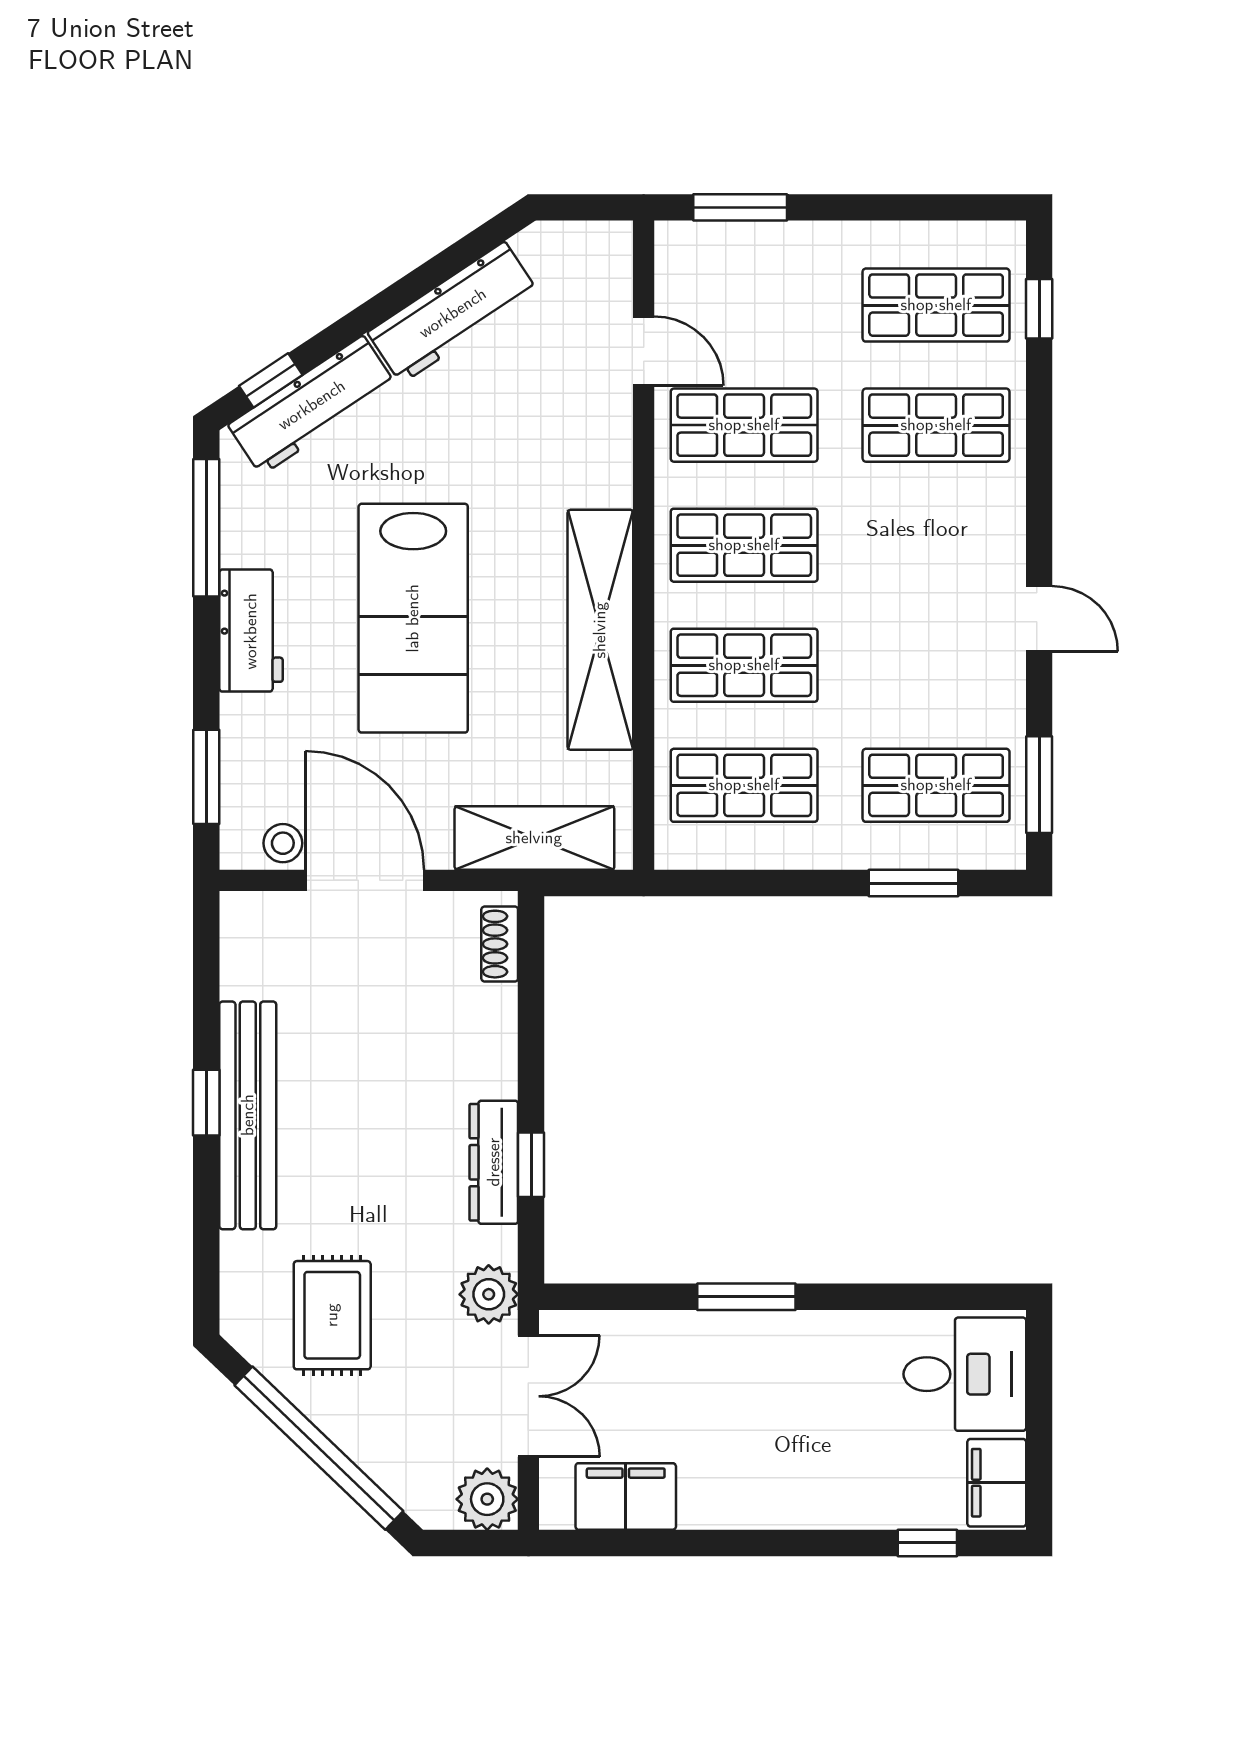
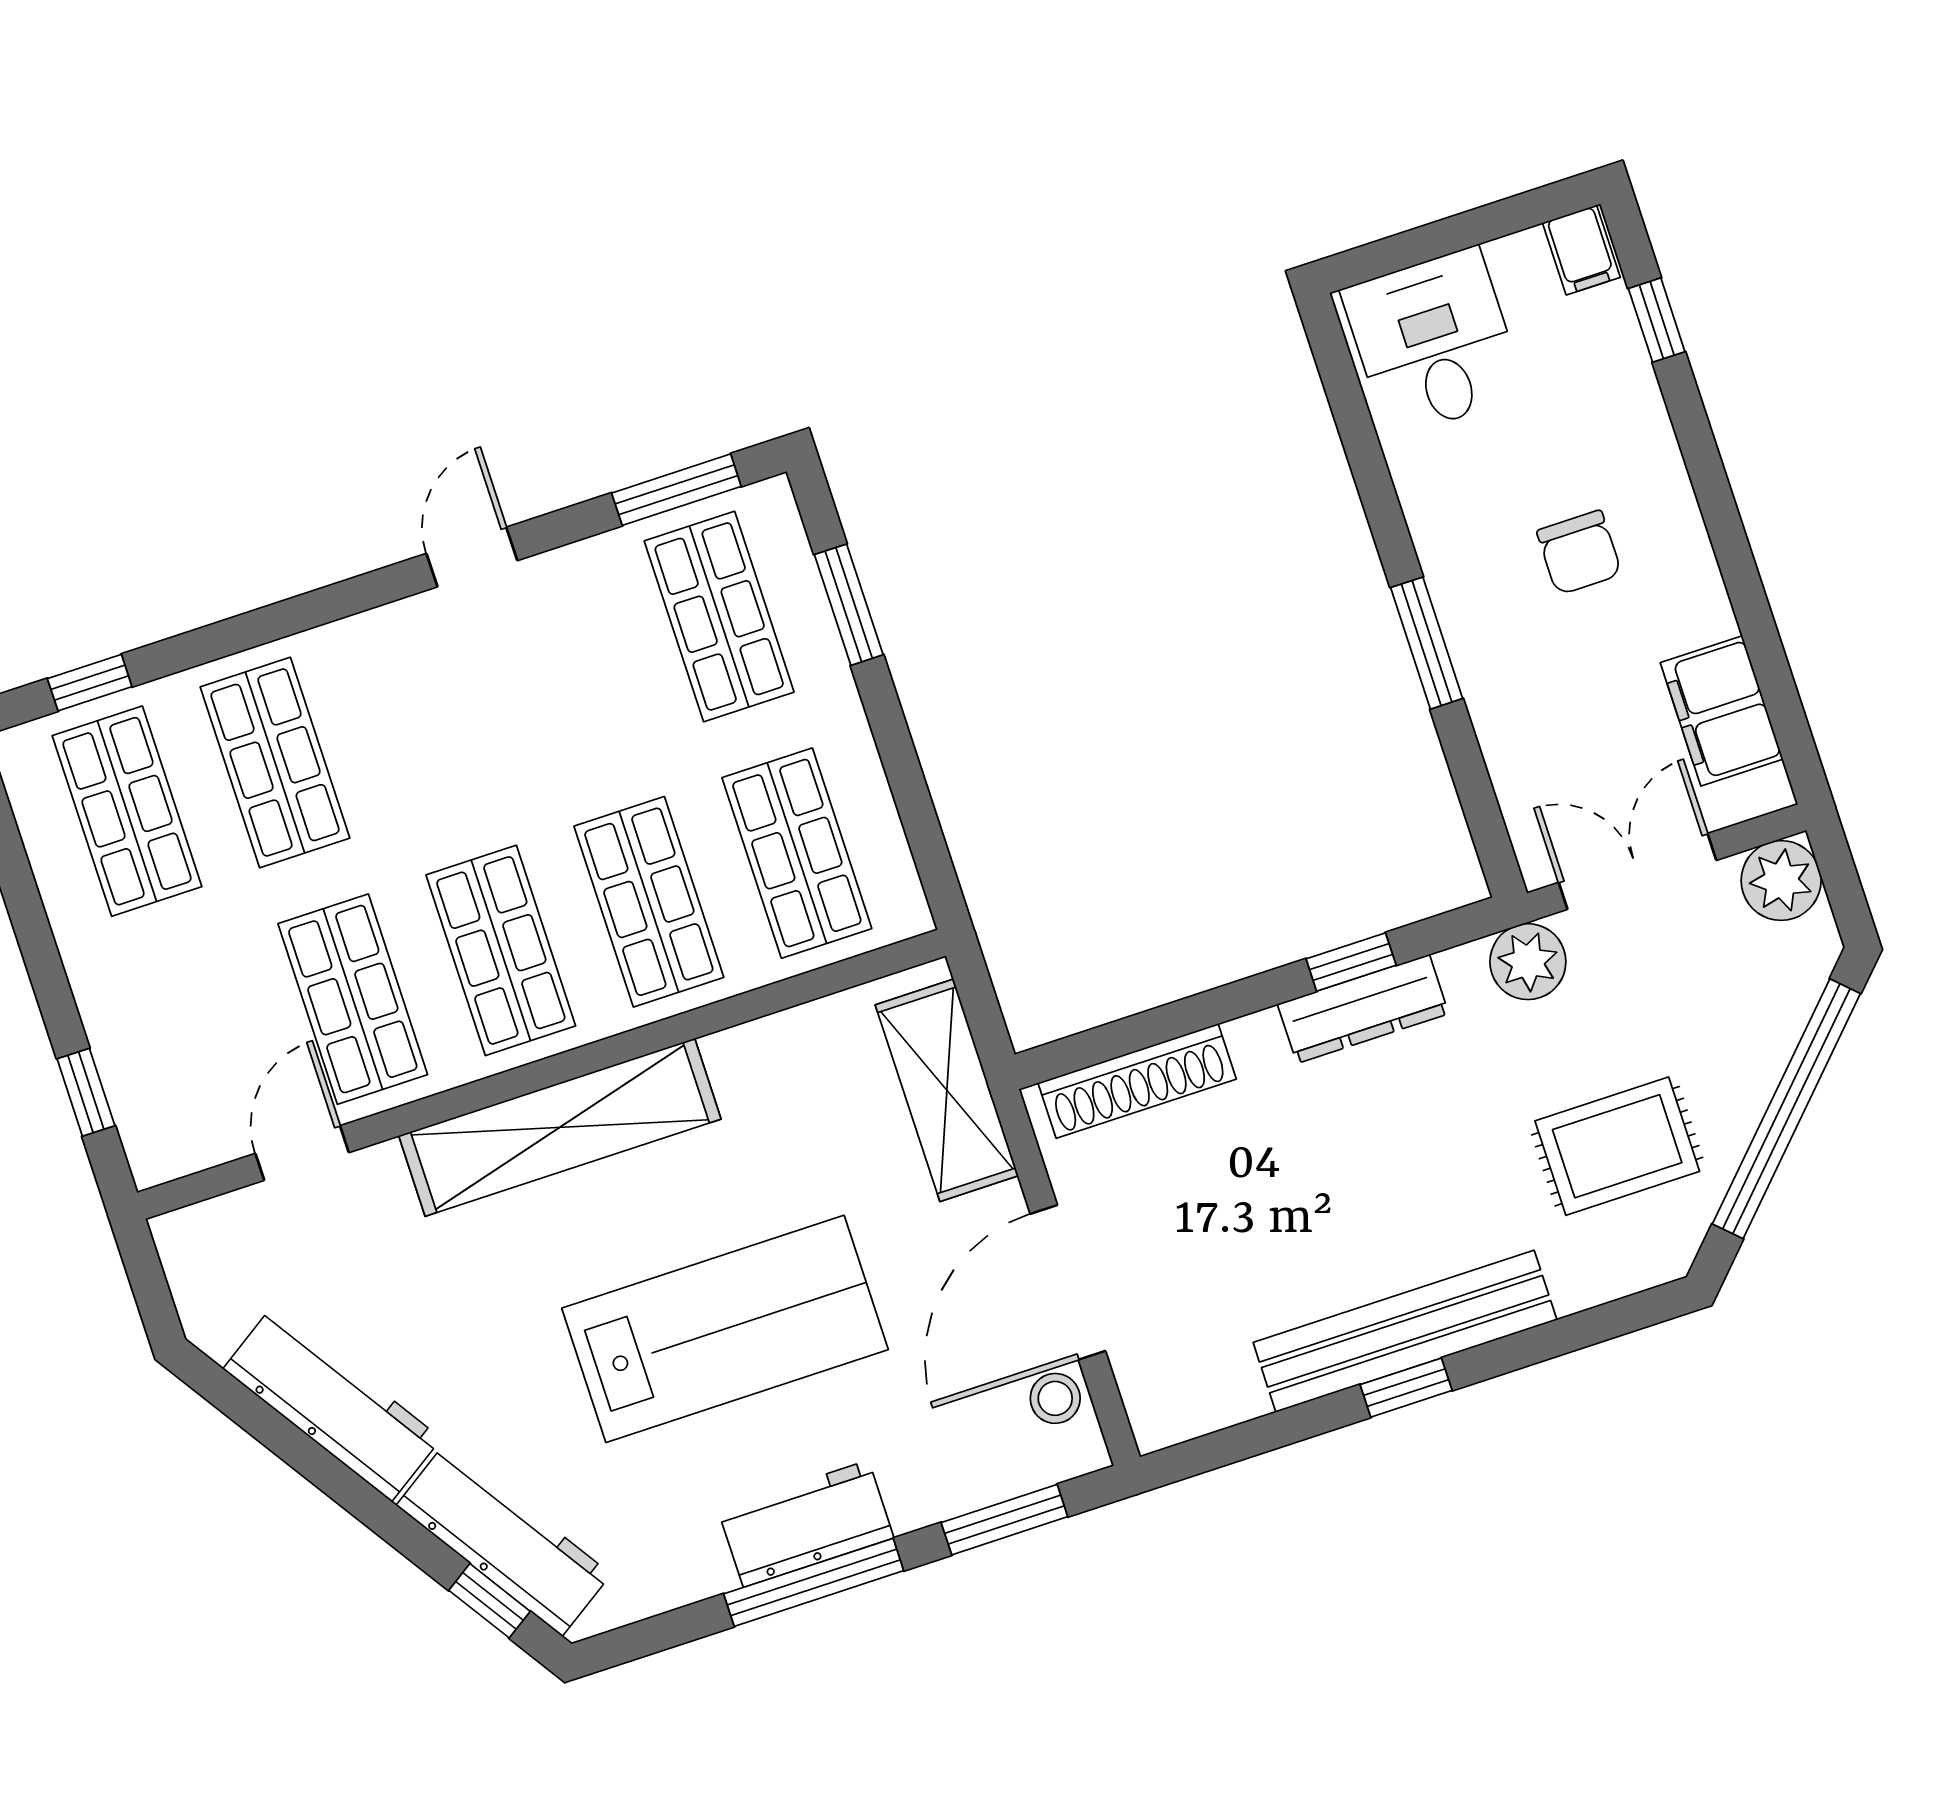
window: (740, 207) -> (86, 1092), width x0.67
window: (206, 528) -> (814, 1582), moved
shelving: (600, 630) -> (560, 1127), moved
shoe rack: (500, 944) -> (1137, 1081), width x1.94, depth x1.24
chair: (776, 1430) -> (1579, 553), added
filing cabinet: (997, 1483) -> (1581, 250), width x0.50

